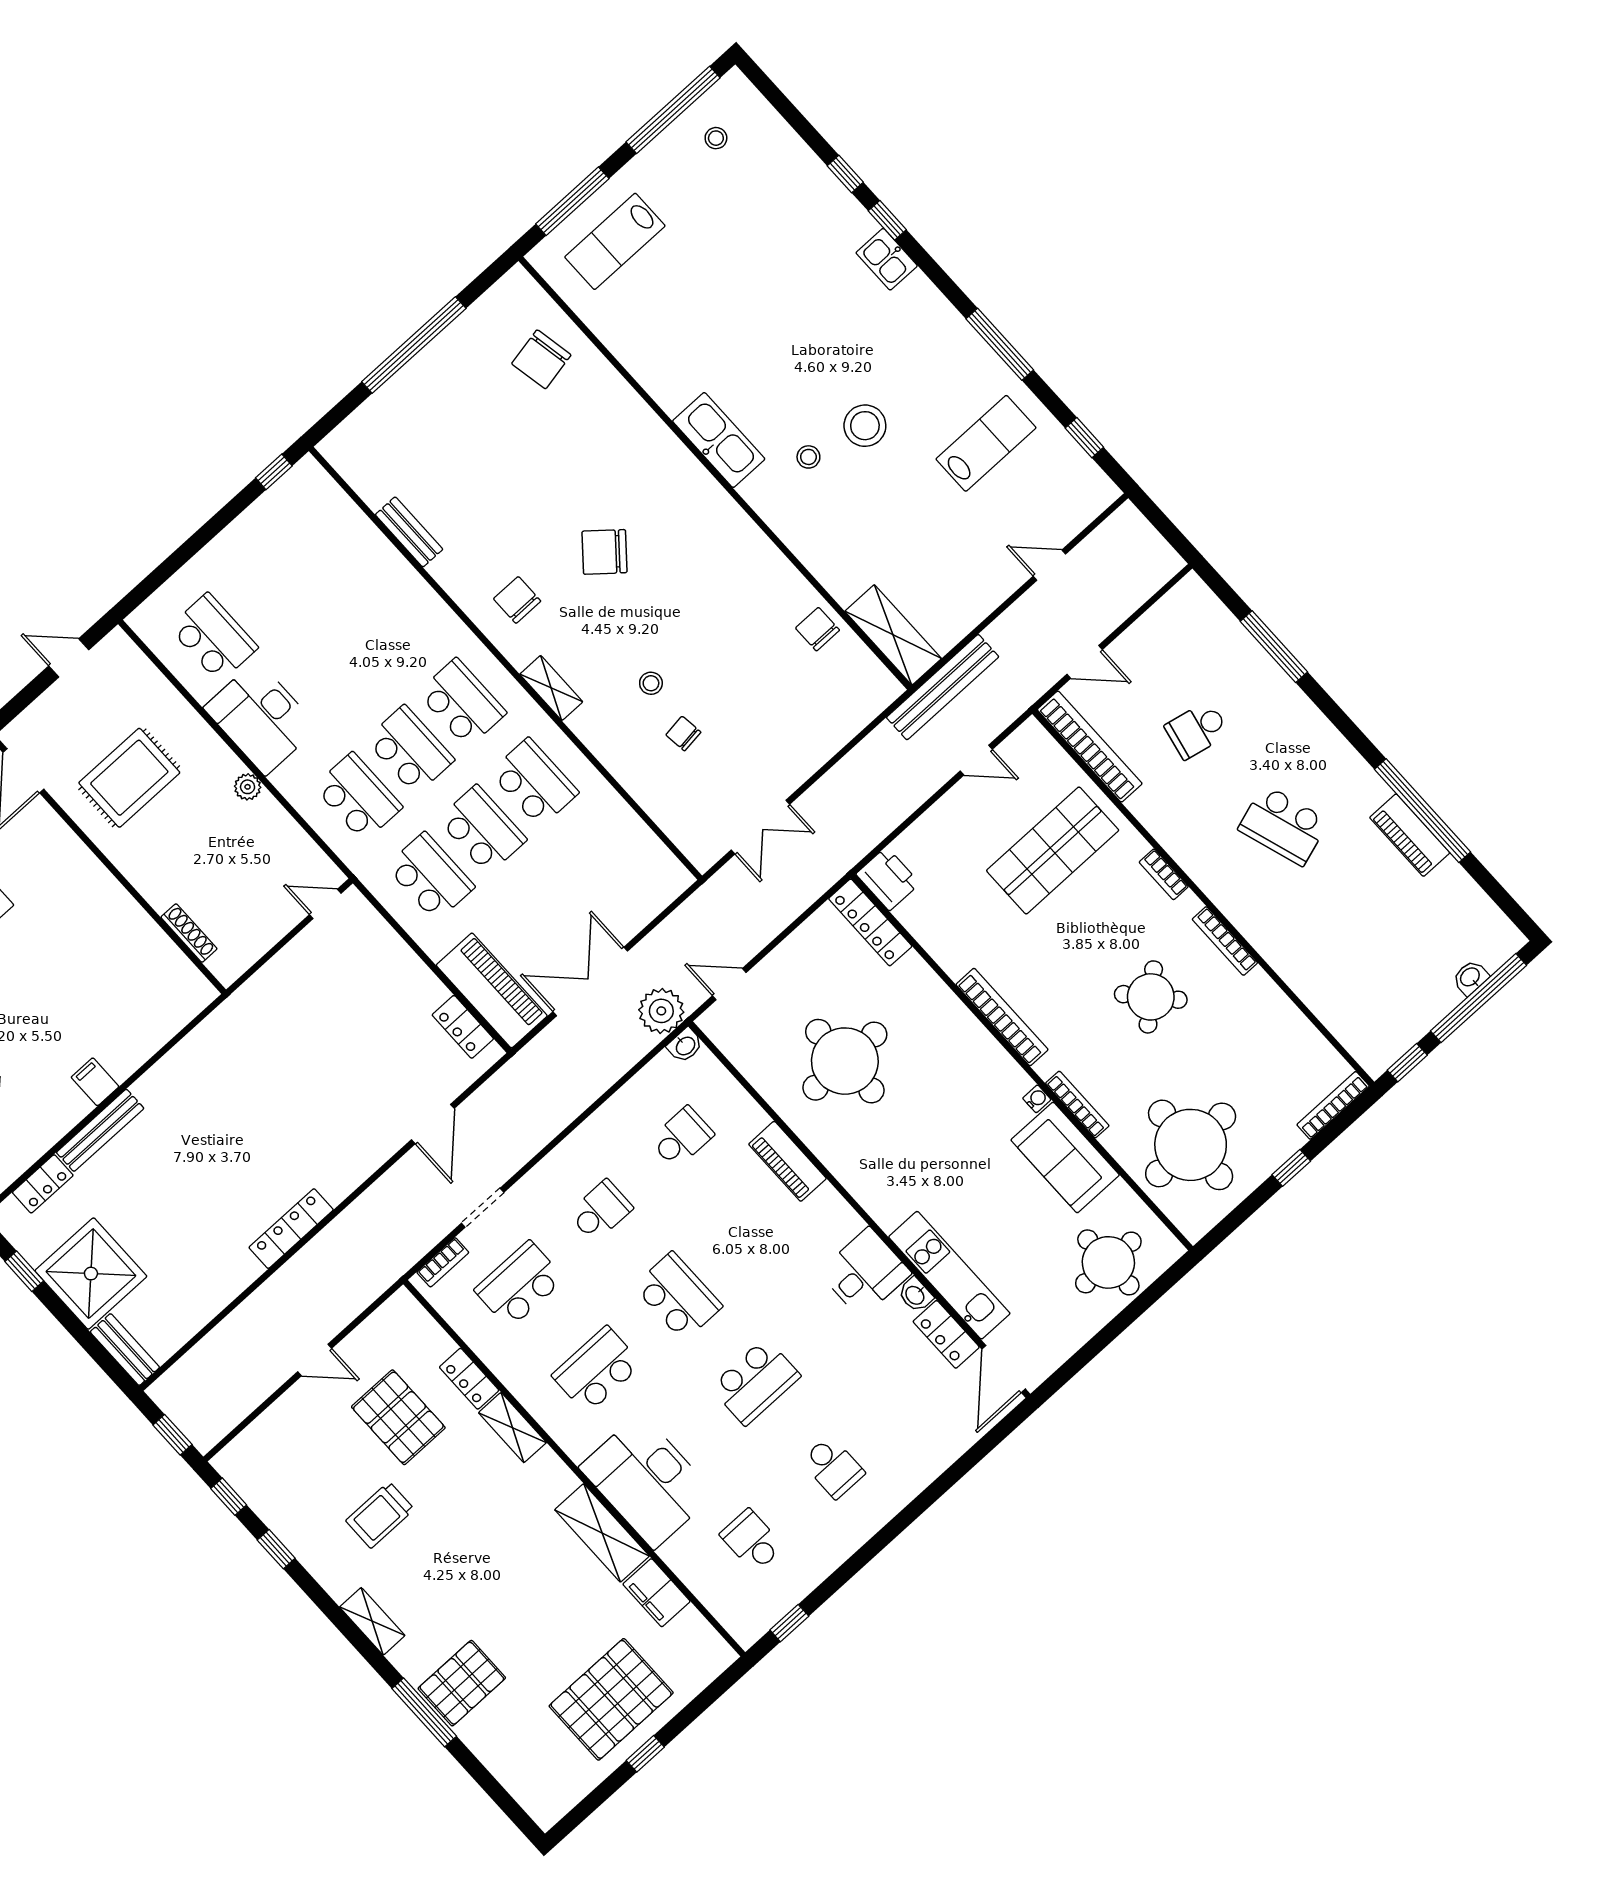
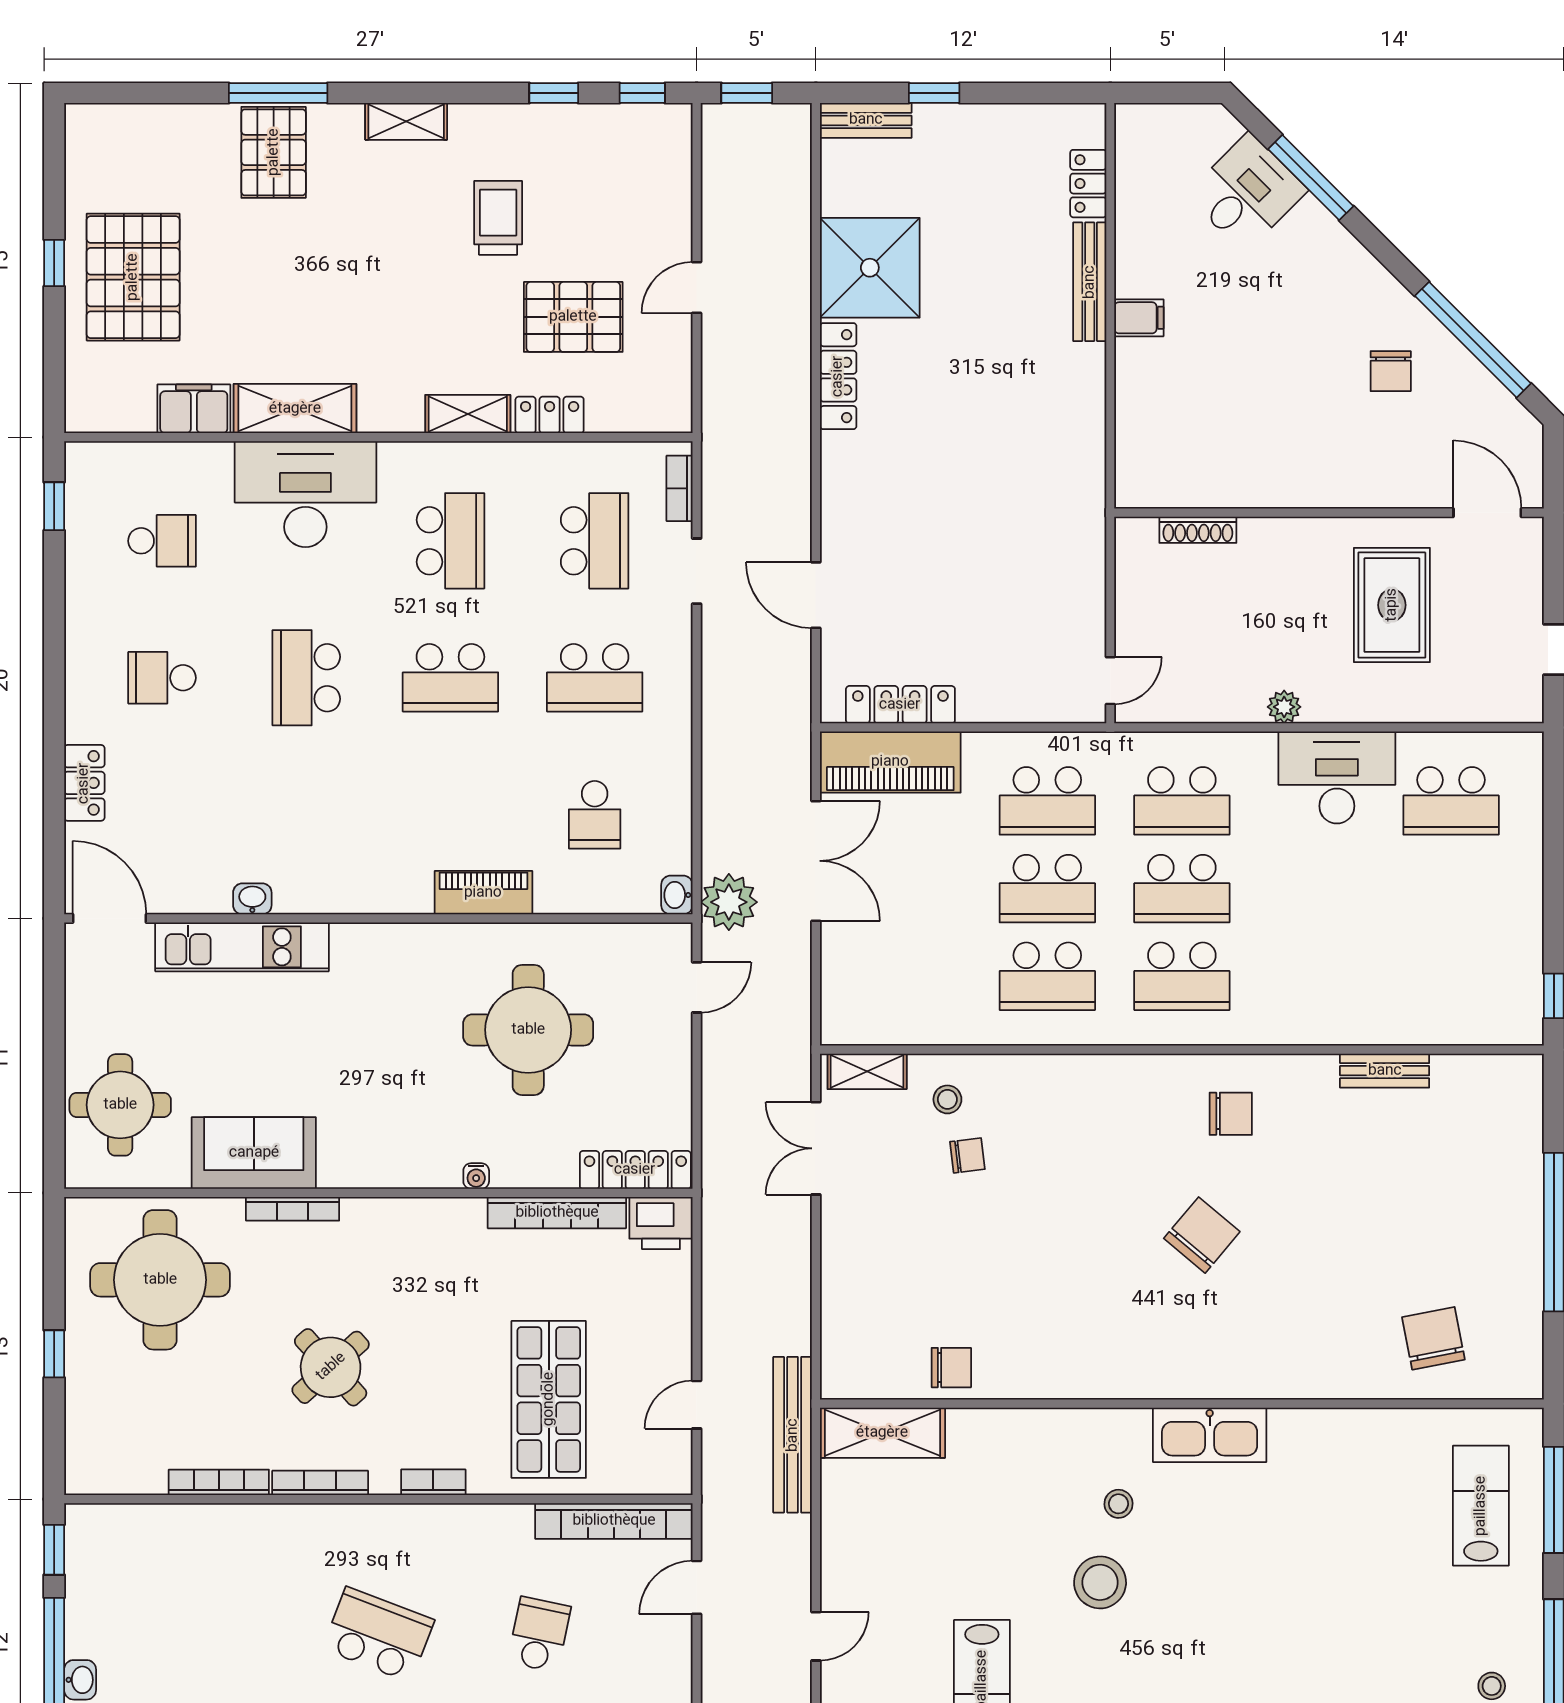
stool: (651, 683) -> (947, 1099), moved
shelving: (551, 688) -> (867, 1071), moved
school desk: (1283, 825) -> (378, 1634), turned 39
bookcase: (1002, 1017) -> (557, 1213), moved
locker: (463, 1027) -> (900, 705), width x1.53
water cooler: (1037, 1099) -> (476, 1176), moved
bookcase: (1333, 1105) -> (219, 1482), moved, turned -90
school desk: (601, 1211) -> (595, 678), width x1.85
window: (24, 1271) -> (934, 93), moved
desk: (865, 1273) -> (315, 871), removed
shower: (91, 1274) -> (870, 268), moved
locker: (946, 1334) -> (84, 783), moved, turned 90

